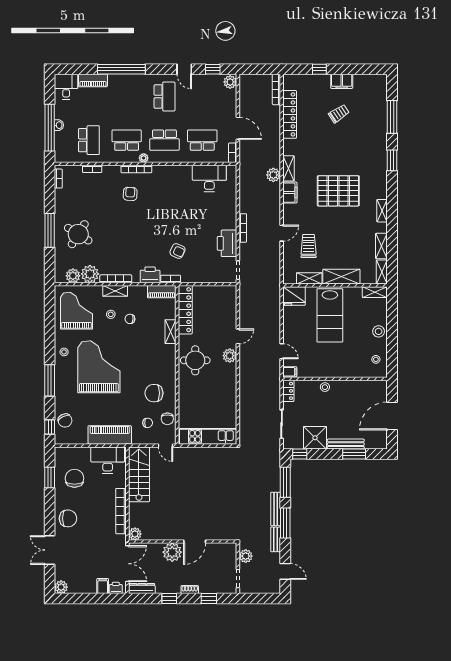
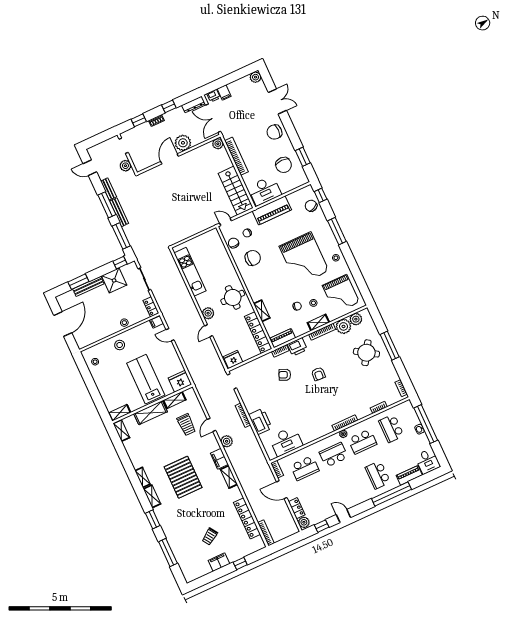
school desk: (164, 96) -> (378, 475), moved
locker: (231, 101) -> (297, 508), added
plant: (273, 175) -> (227, 441), moved
pallet: (338, 191) -> (183, 477), turned 90
armchair: (130, 194) -> (318, 374), moved
printer: (227, 243) -> (260, 421), moved
shelving: (381, 246) -> (152, 496), moved
fridge: (226, 293) -> (233, 359), added
stool: (379, 331) -> (120, 345), moved
kitchen unit: (208, 436) -> (190, 272), moved, turned -90

